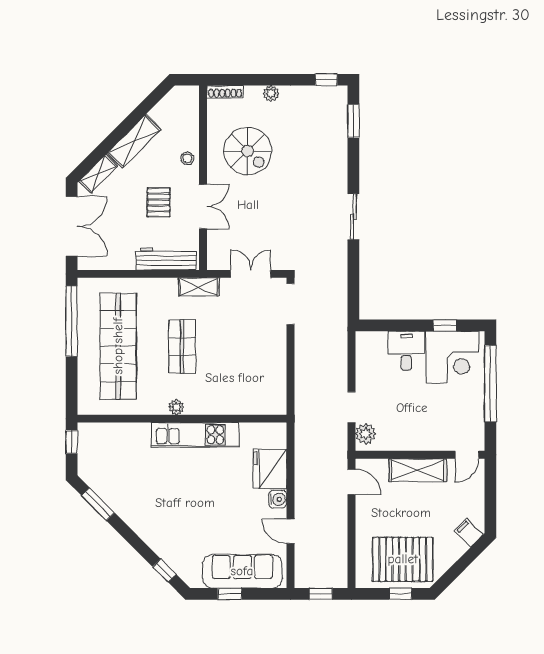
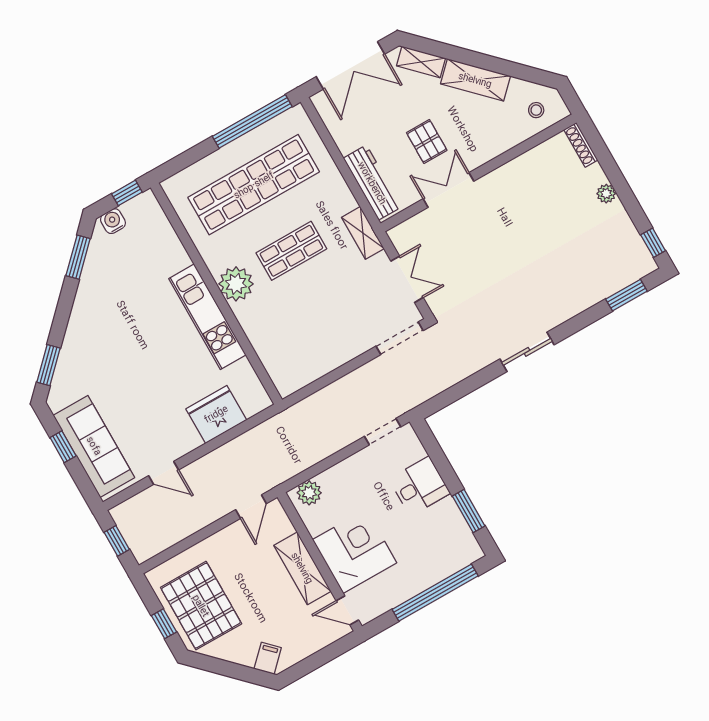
spiral stairs: (248, 151) -> (533, 203), removed
stool: (187, 158) -> (536, 110), moved
pallet: (159, 202) -> (427, 142), turned 90
double door: (203, 207) -> (449, 190), swing flipped
window: (445, 325) -> (469, 511), width x1.50
corner desk: (452, 357) -> (355, 551), moved, turned 180
plant: (176, 407) -> (236, 284), width x1.87, depth x1.87
doorway: (351, 407) -> (383, 432), moved
water cooler: (278, 499) -> (113, 221), moved, turned 180
door: (291, 531) -> (164, 473), swing flipped
window: (164, 571) -> (48, 365), width x1.50

